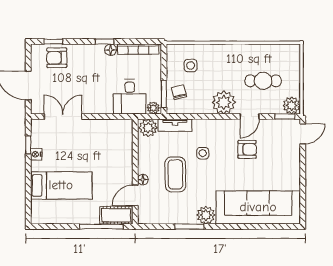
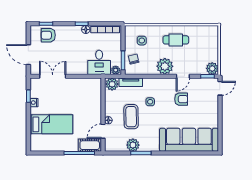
cafe table: (263, 81) -> (176, 40), moved
plant: (206, 215) -> (133, 145), moved

